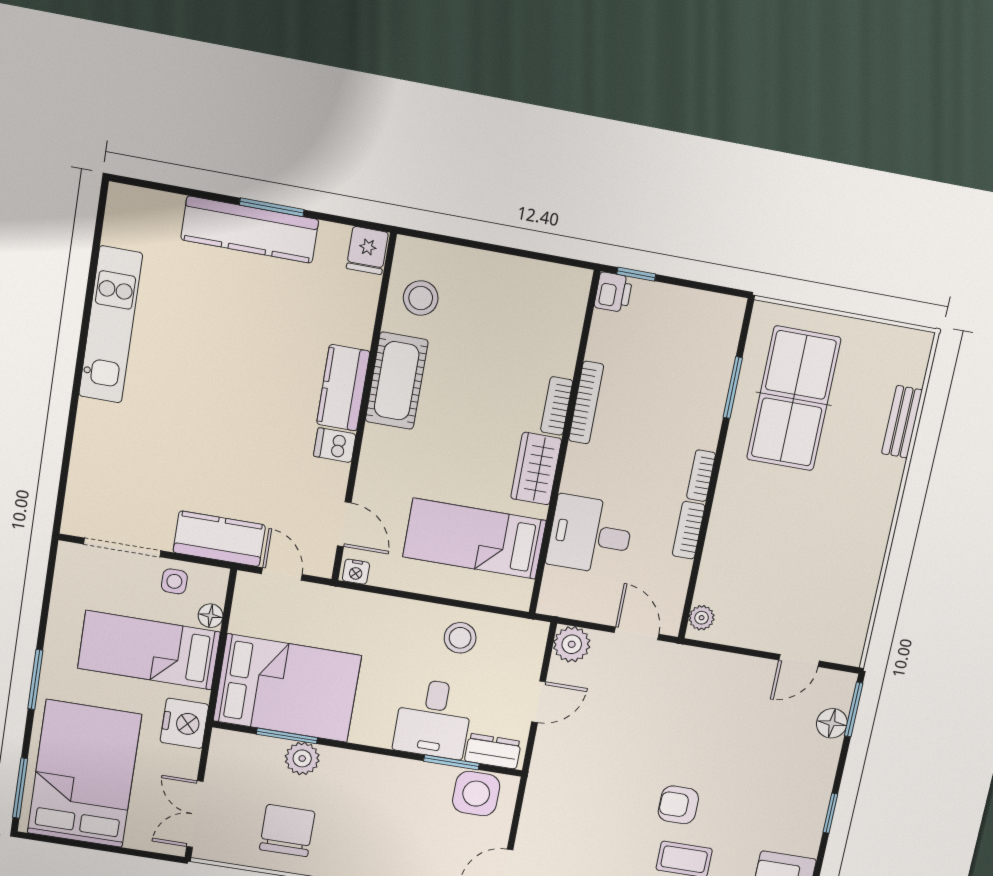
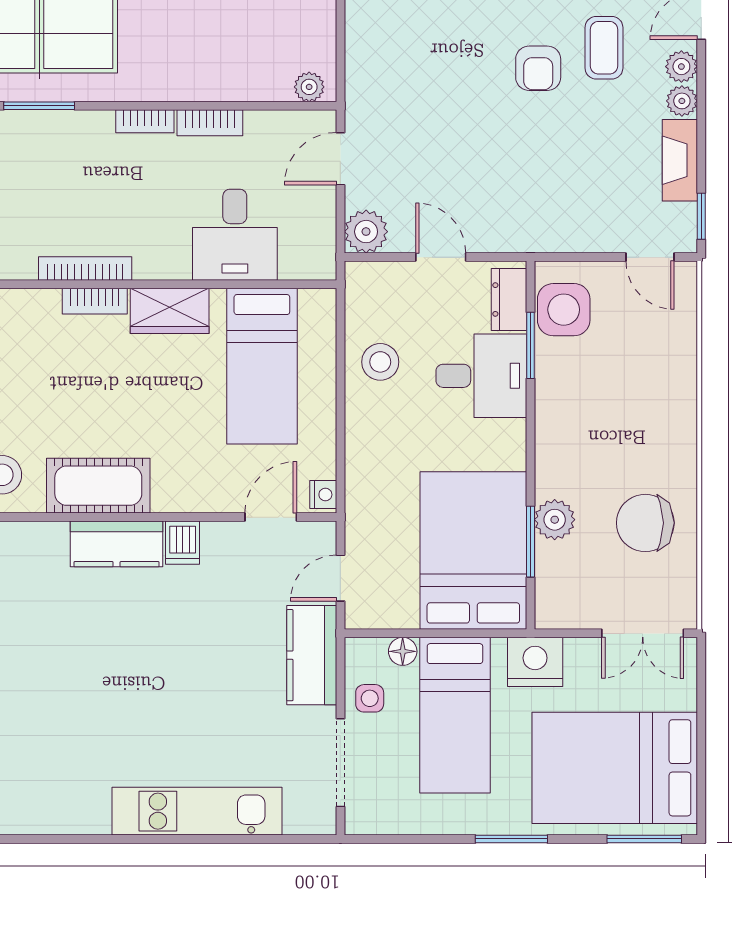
kitchen unit: (111, 325) -> (197, 811), moved

